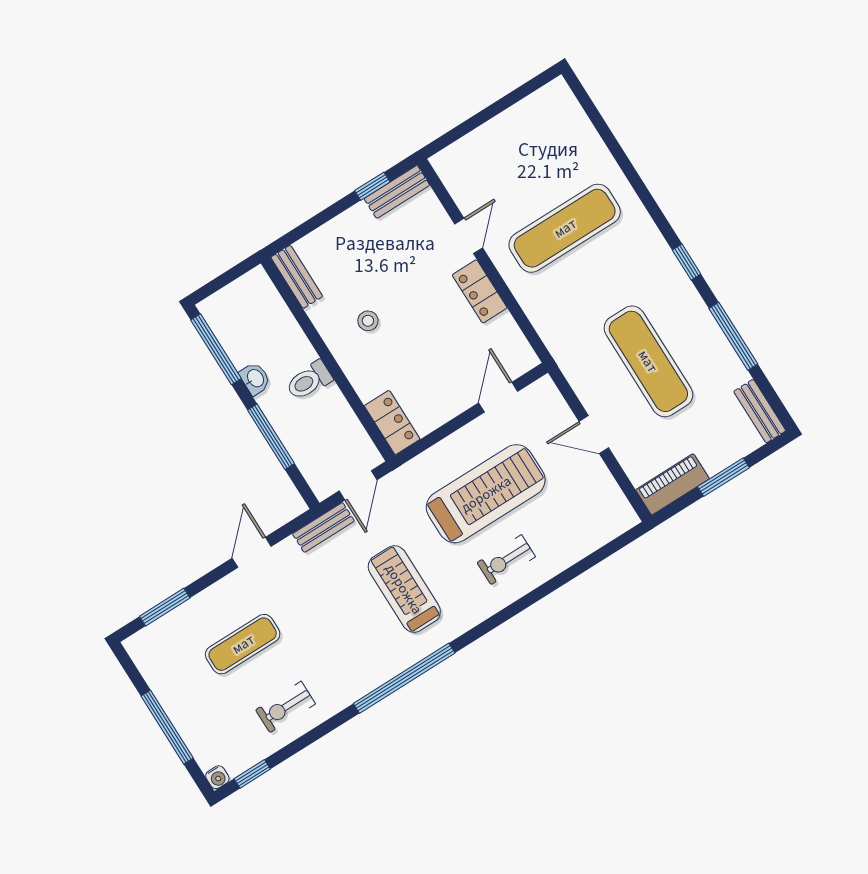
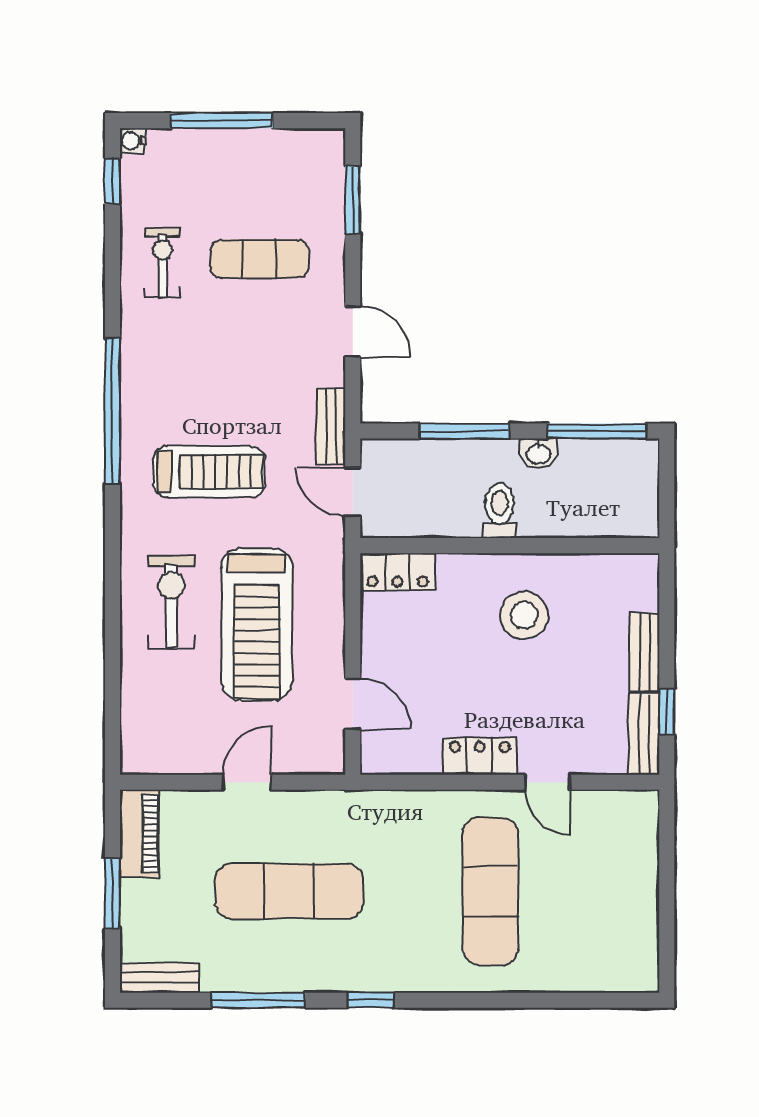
bench: (297, 277) -> (645, 652), moved, turned 90
stool: (368, 321) -> (524, 615), width x1.89, depth x1.89
exercise bike: (506, 560) -> (171, 602), width x1.38, depth x1.39
exercise mat: (243, 644) -> (260, 259), turned 90

